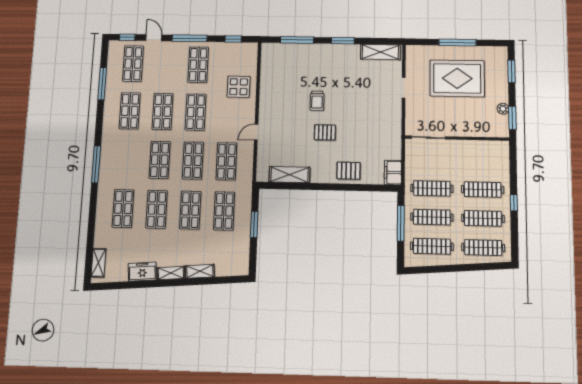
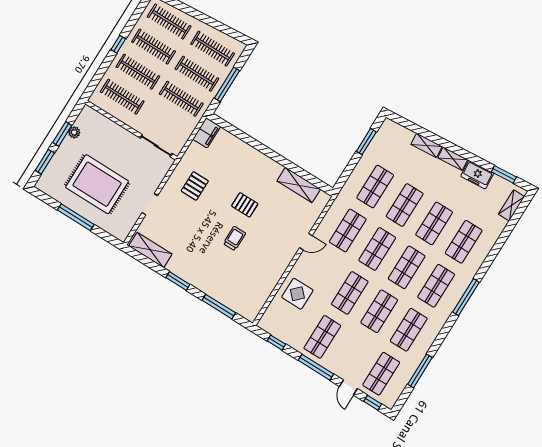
window: (512, 118) -> (62, 134), moved
shop shelf: (126, 159) -> (436, 286), added
clothes rail: (482, 161) -> (122, 97), added
pallet: (348, 171) -> (195, 186), moved, turned 90
window: (254, 224) -> (366, 142), moved
window: (119, 285) -> (504, 174), added

